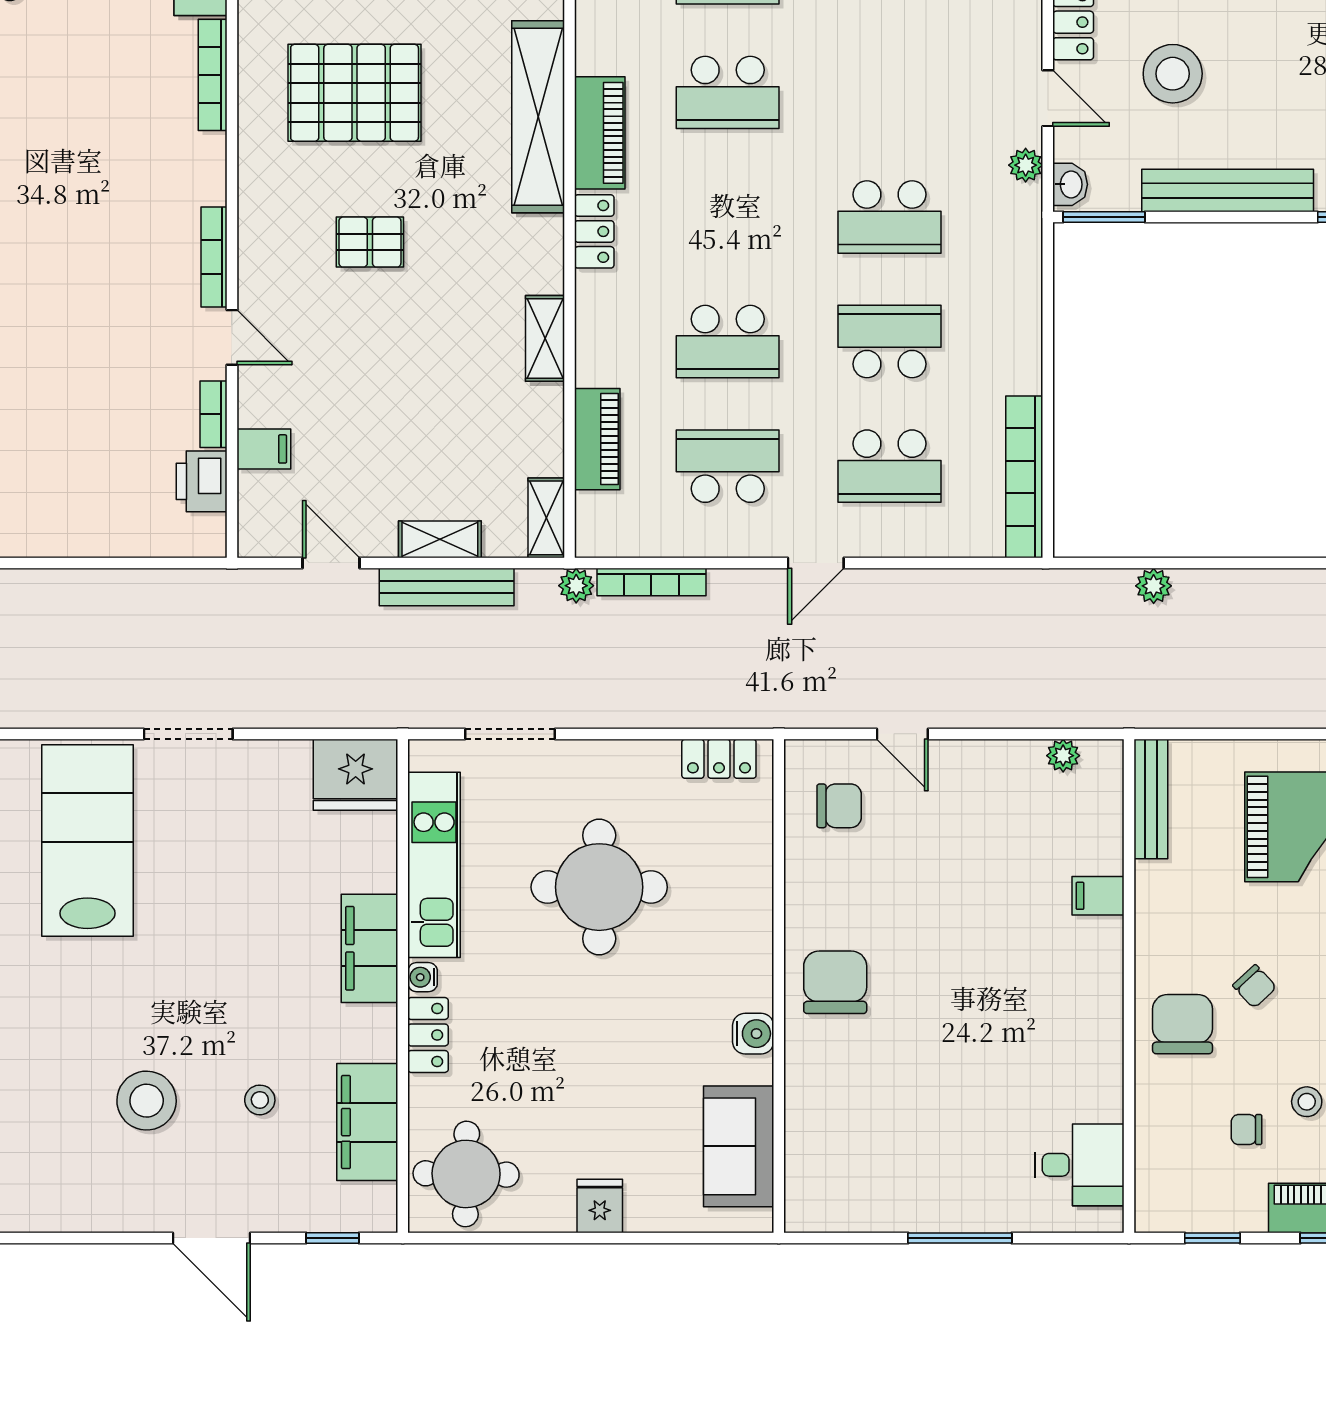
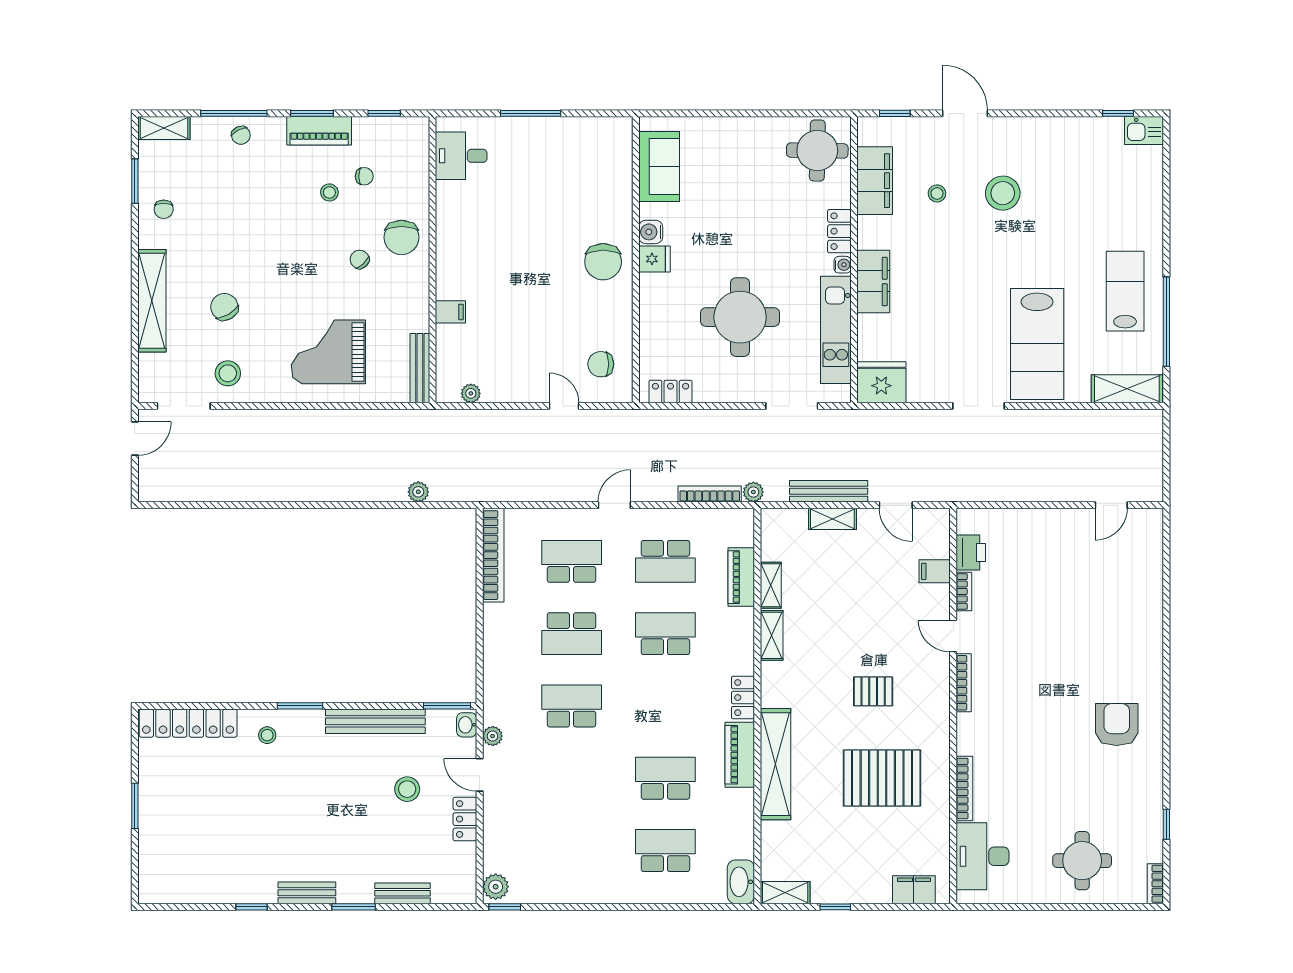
stool: (1173, 74) -> (407, 789), width x0.73, depth x0.73
shelving: (546, 518) -> (771, 585), moved
fridge: (600, 1206) -> (654, 259), moved, turned -90

